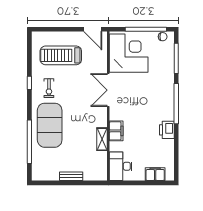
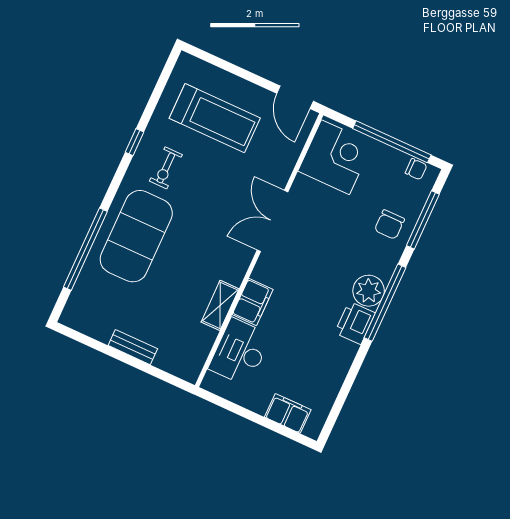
corner desk: (129, 53) -> (335, 157), width x0.74, depth x0.74
treadmill: (61, 55) -> (215, 118), turned 180
chair: (162, 67) -> (389, 225), added
plant: (166, 102) -> (369, 291), added
printer: (167, 130) -> (355, 323), moved
desk: (121, 166) -> (240, 352), moved

